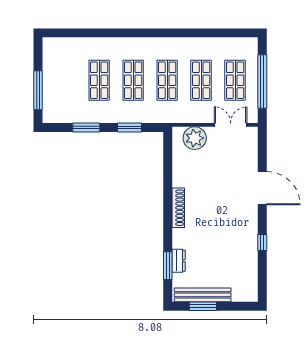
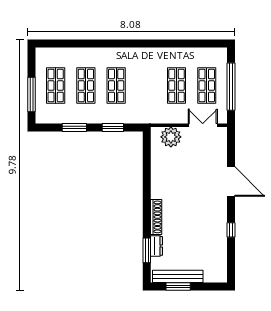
shop shelf: (167, 80) -> (56, 85), moved
shoe rack: (178, 208) -> (156, 217), moved

